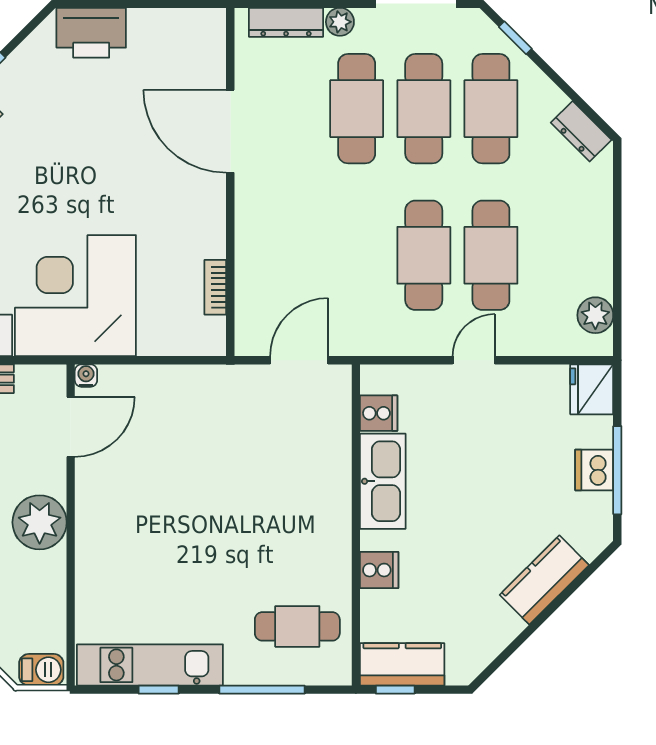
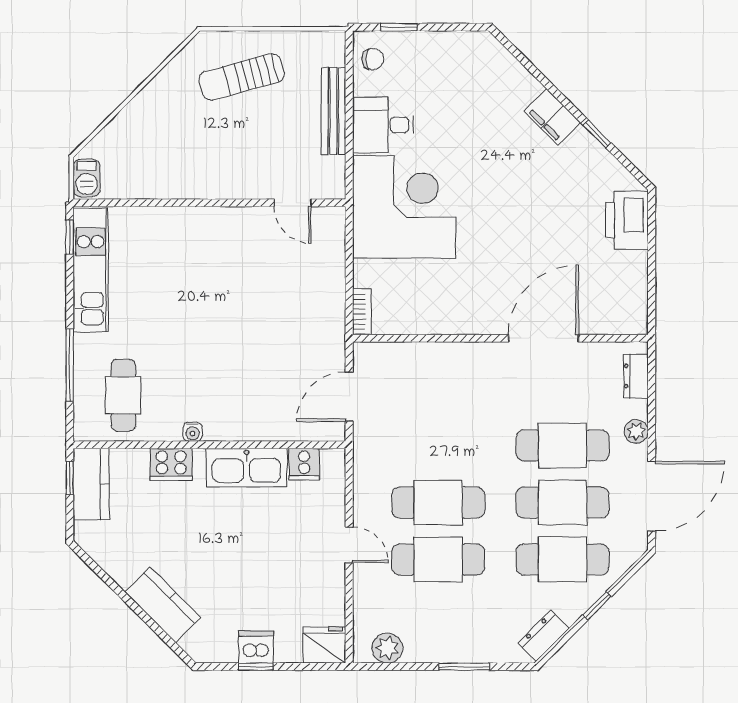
dresser: (286, 22) -> (636, 376), width x0.70
window: (515, 38) -> (597, 606), moved
window: (617, 225) -> (464, 667), added
bookcase: (215, 287) -> (362, 312), moved, turned 90
door: (299, 360) -> (349, 397), swing flipped
water cooler: (86, 376) -> (193, 432), moved, turned 90
door: (71, 427) -> (293, 203), width x0.73
window: (617, 470) -> (256, 667), width x0.46
plant: (40, 522) -> (212, 176), removed
cooker: (379, 570) -> (171, 465), width x1.36
window: (159, 690) -> (70, 237), moved

